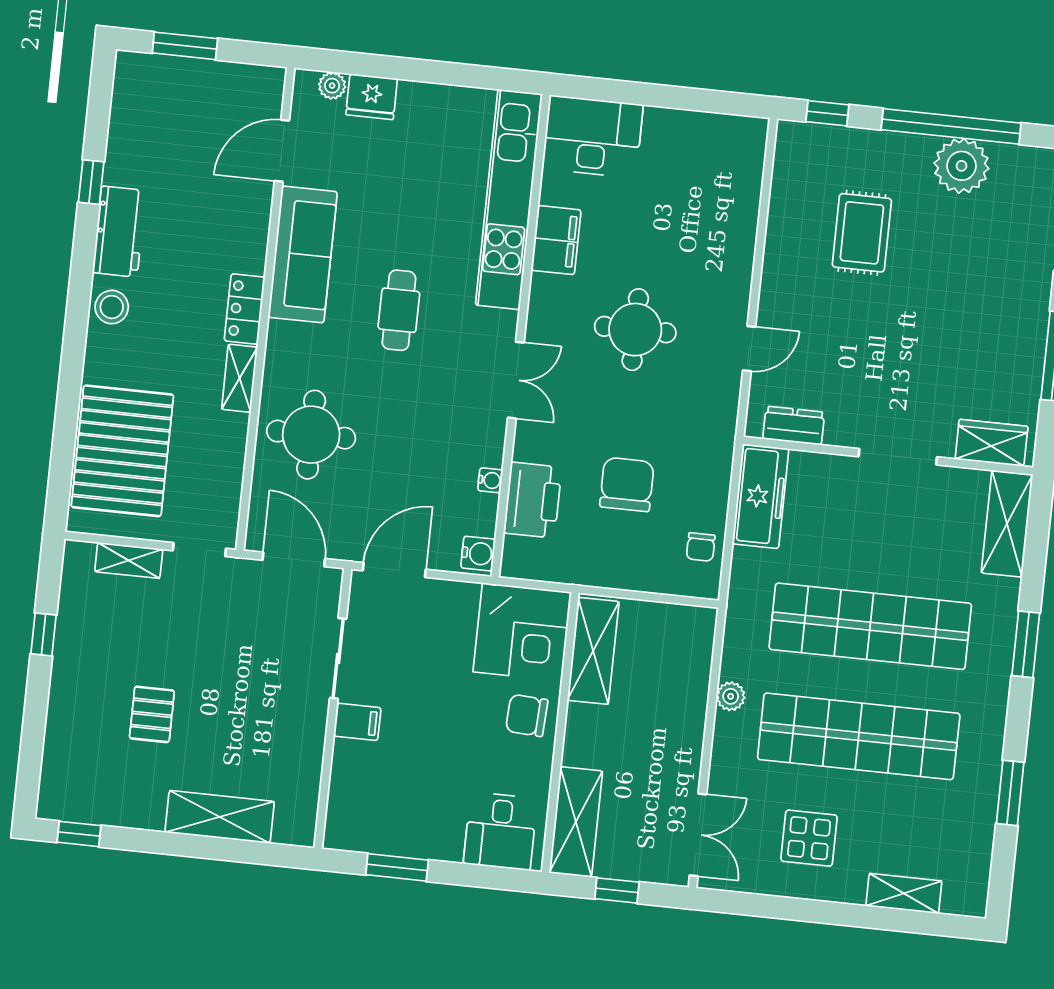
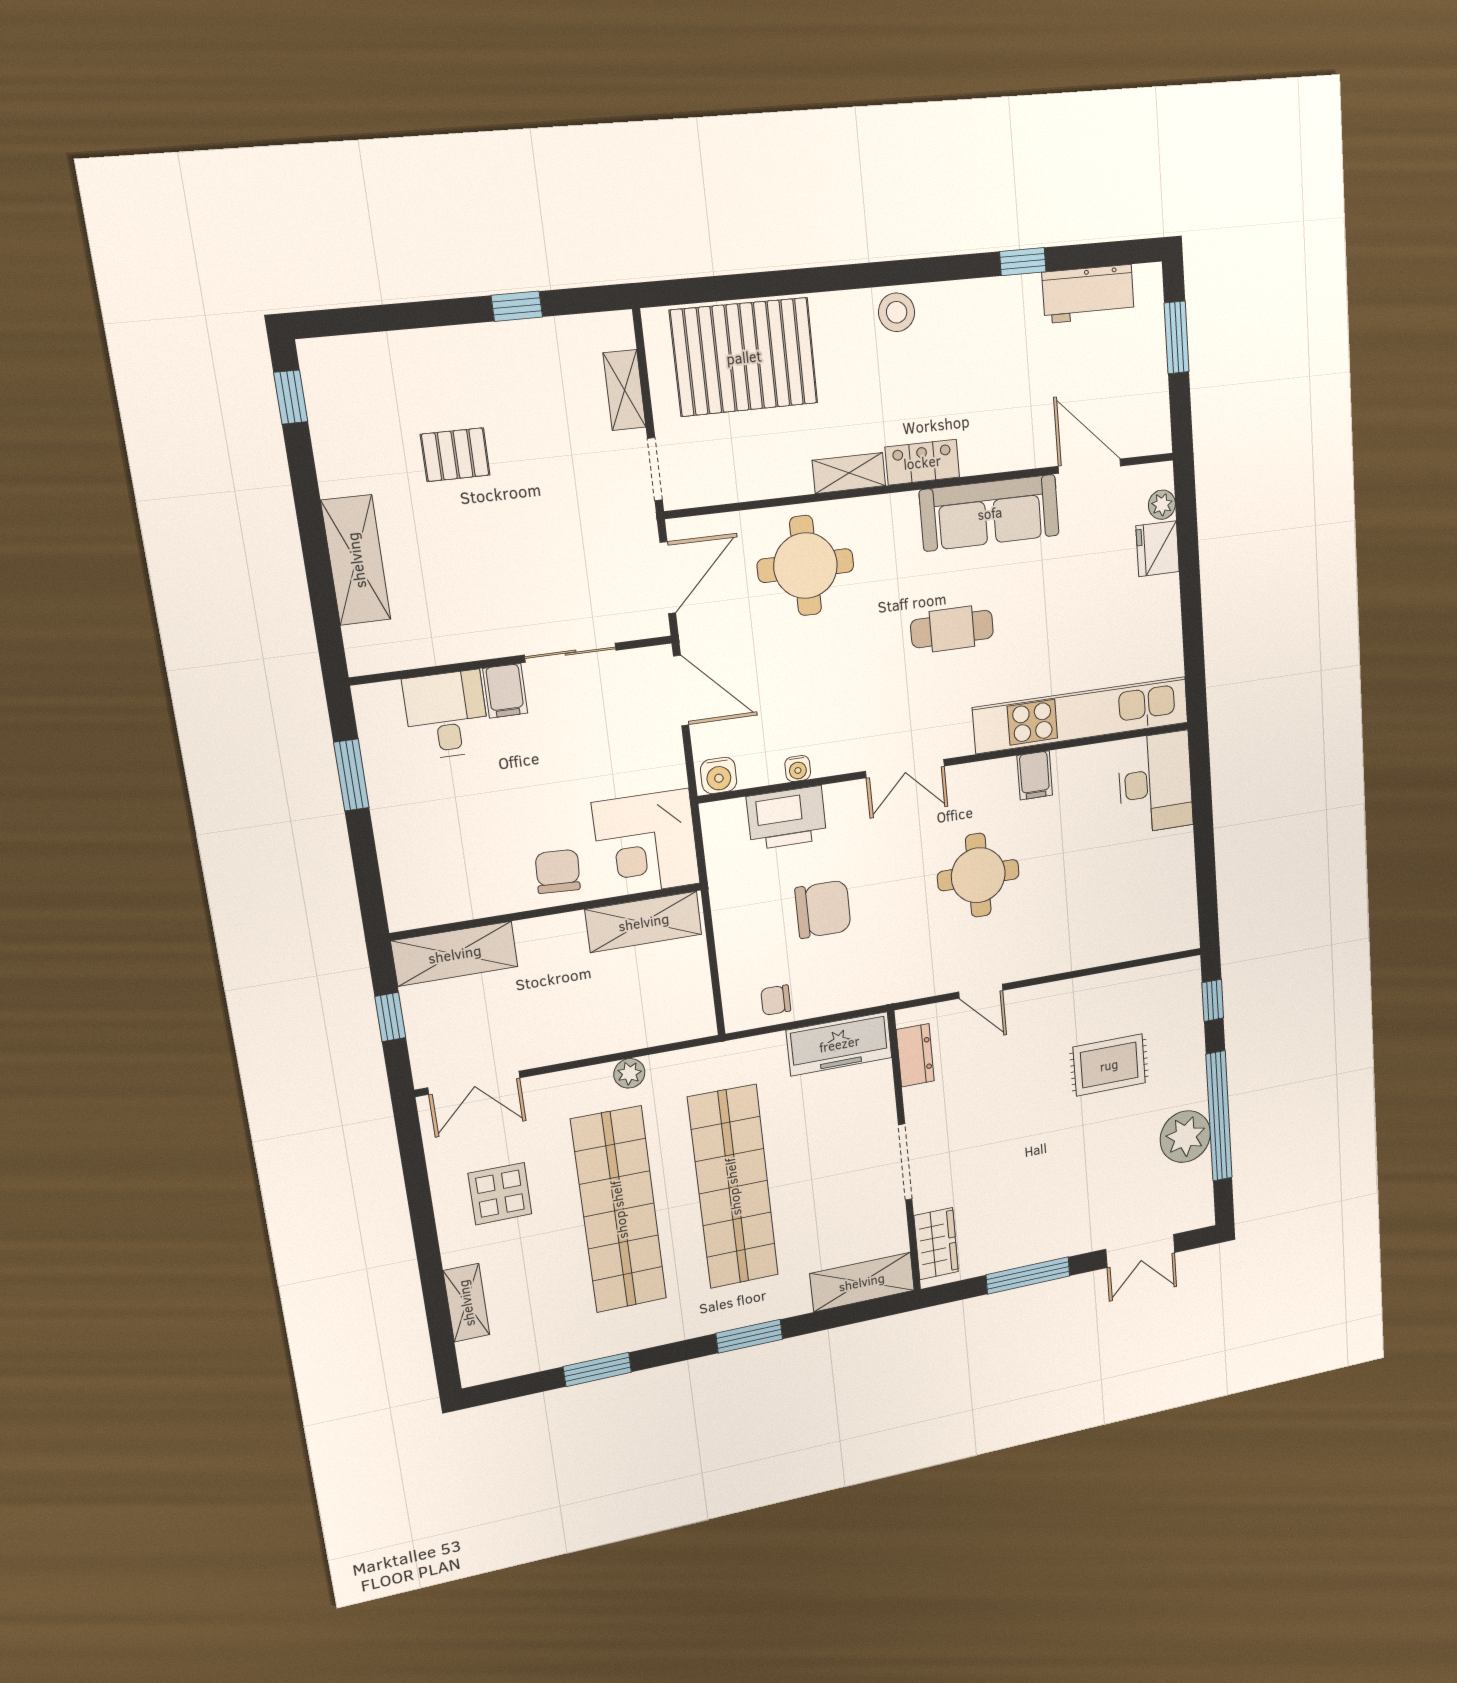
workbench: (119, 232) -> (1088, 294), moved
filing cabinet: (556, 240) -> (1035, 775), width x0.50
desk: (500, 831) -> (446, 715), moved, turned 90

